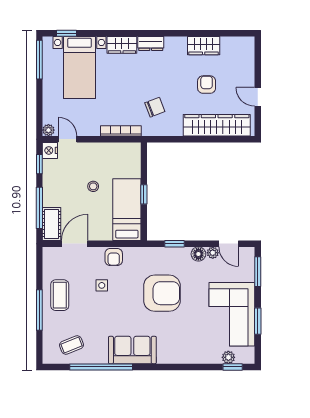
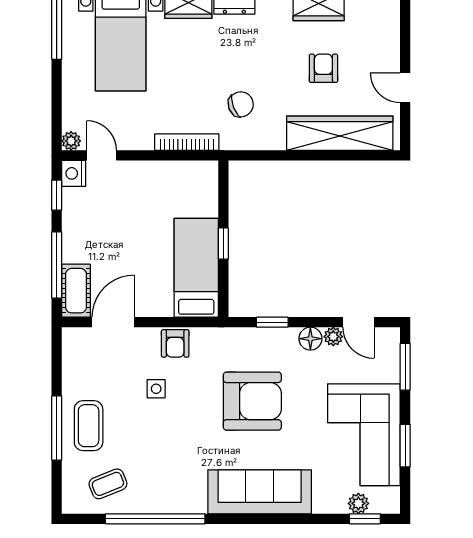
stool: (93, 186) -> (143, 231), removed
coffee table: (60, 295) -> (89, 426), moved
sofa: (132, 350) -> (260, 492), moved, width x1.36

